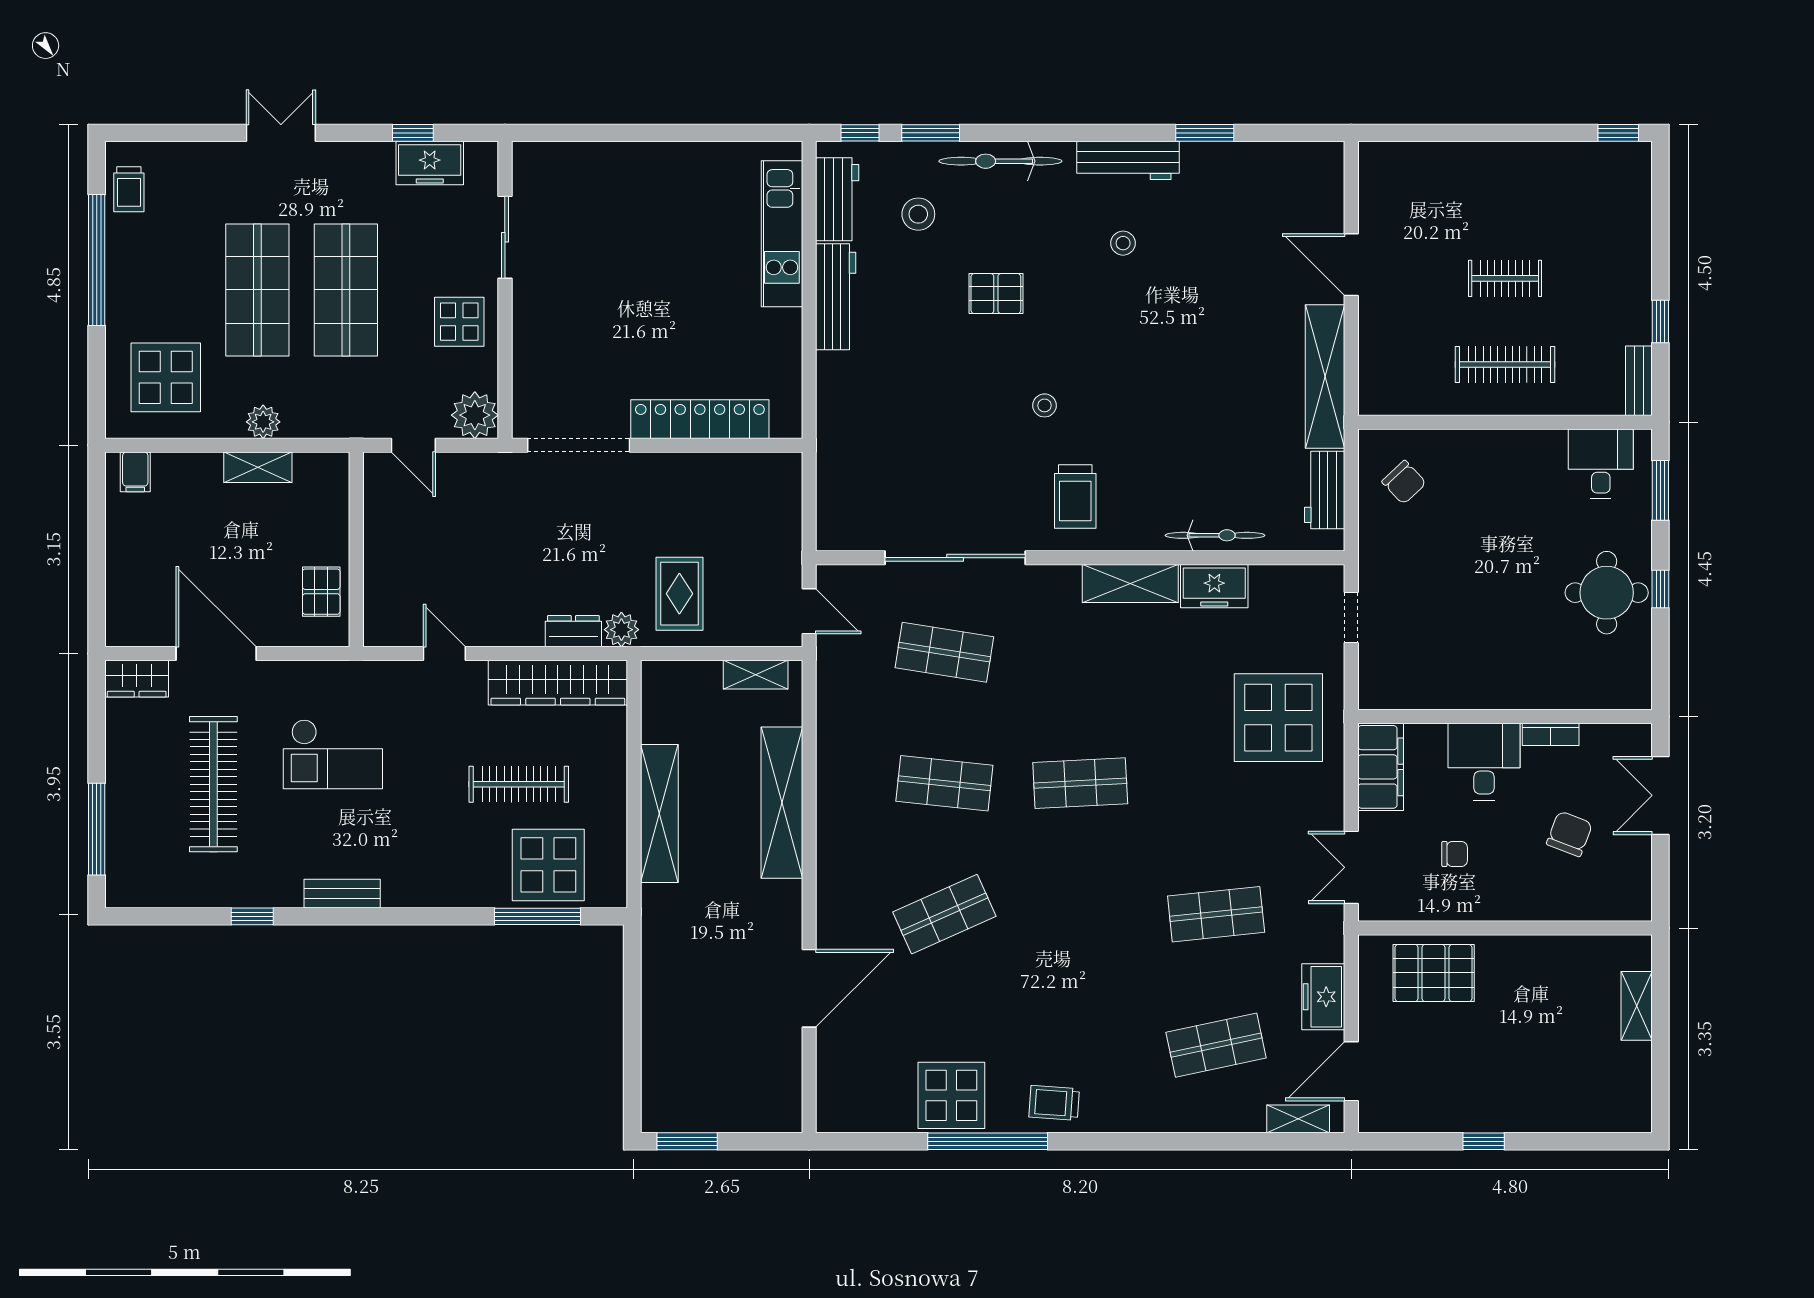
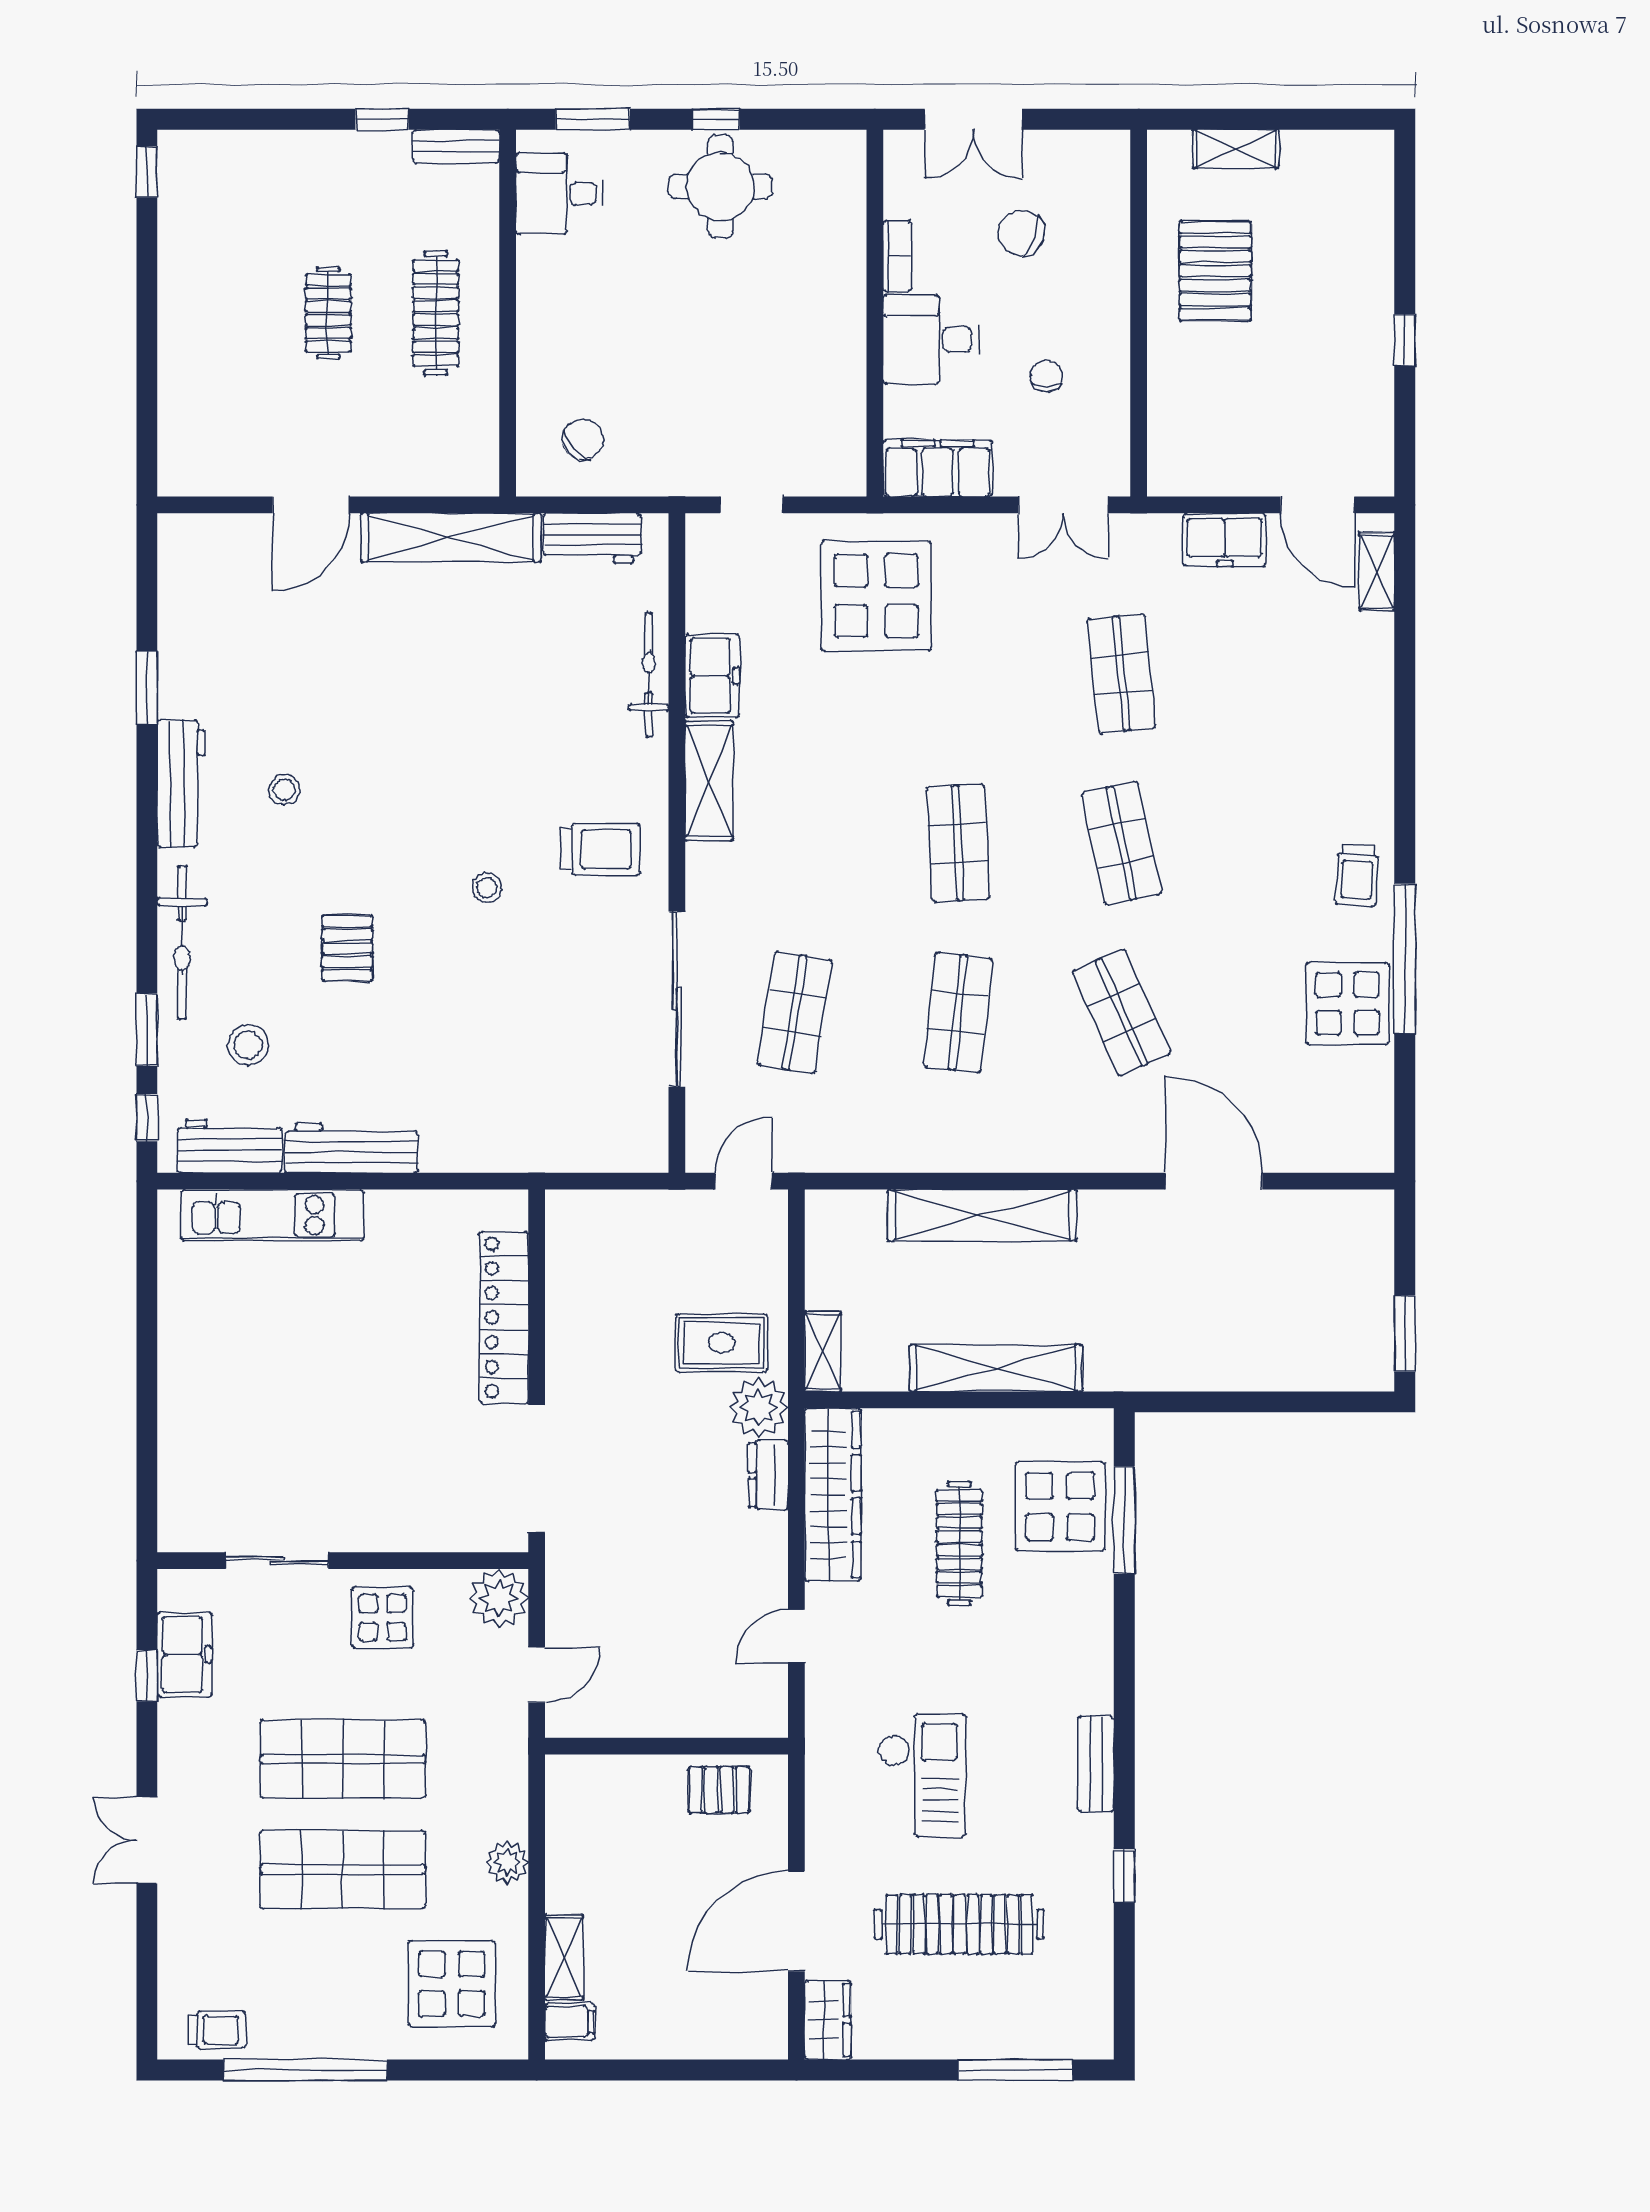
shelving: (258, 467) -> (564, 1957), moved
plant: (621, 630) -> (759, 1407), width x1.36, depth x1.36
shelving: (756, 675) -> (823, 1351), moved
pallet: (1434, 973) -> (1215, 271), moved
shop shelf: (1216, 1045) -> (1121, 843), moved

